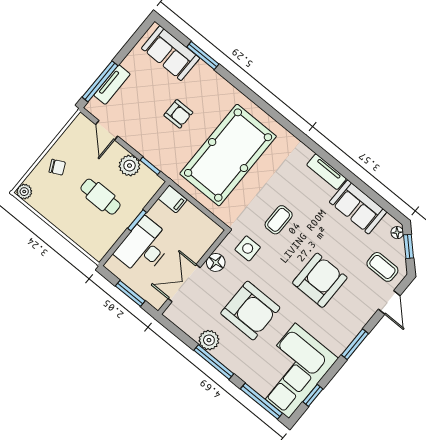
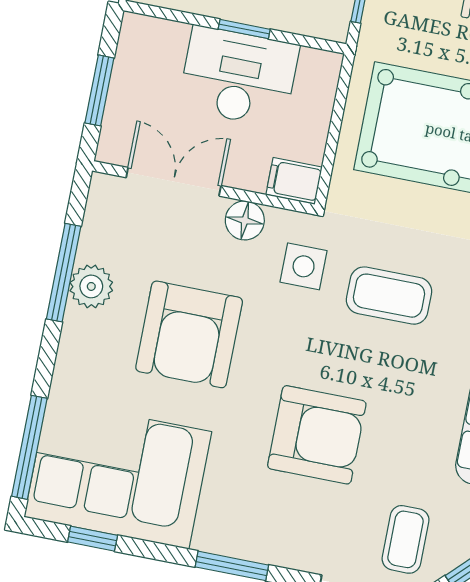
filing cabinet: (172, 199) -> (294, 181), moved, turned 90
coffee table: (279, 220) -> (389, 296), width x1.36, depth x1.30
desk: (144, 247) -> (239, 77), moved
window: (214, 362) -> (64, 273), moved

